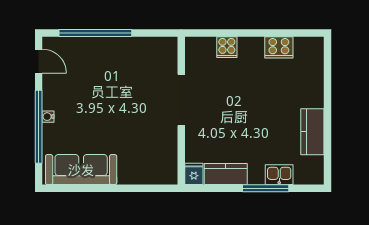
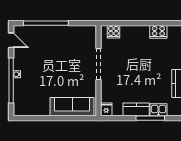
cooker: (227, 47) -> (114, 32), moved
sofa: (81, 170) -> (72, 107), moved
kitchen counter: (226, 174) -> (136, 109), moved

